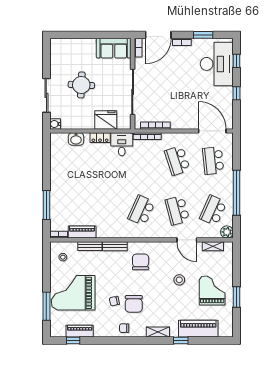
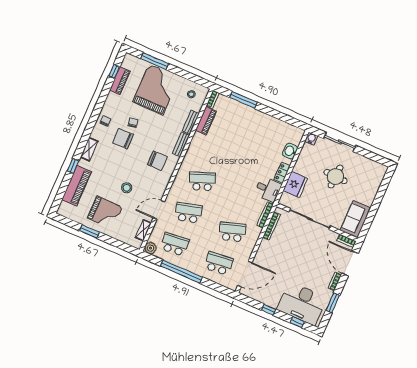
school desk: (141, 210) -> (202, 181), turned -45
school desk: (213, 210) -> (175, 244), turned -30

